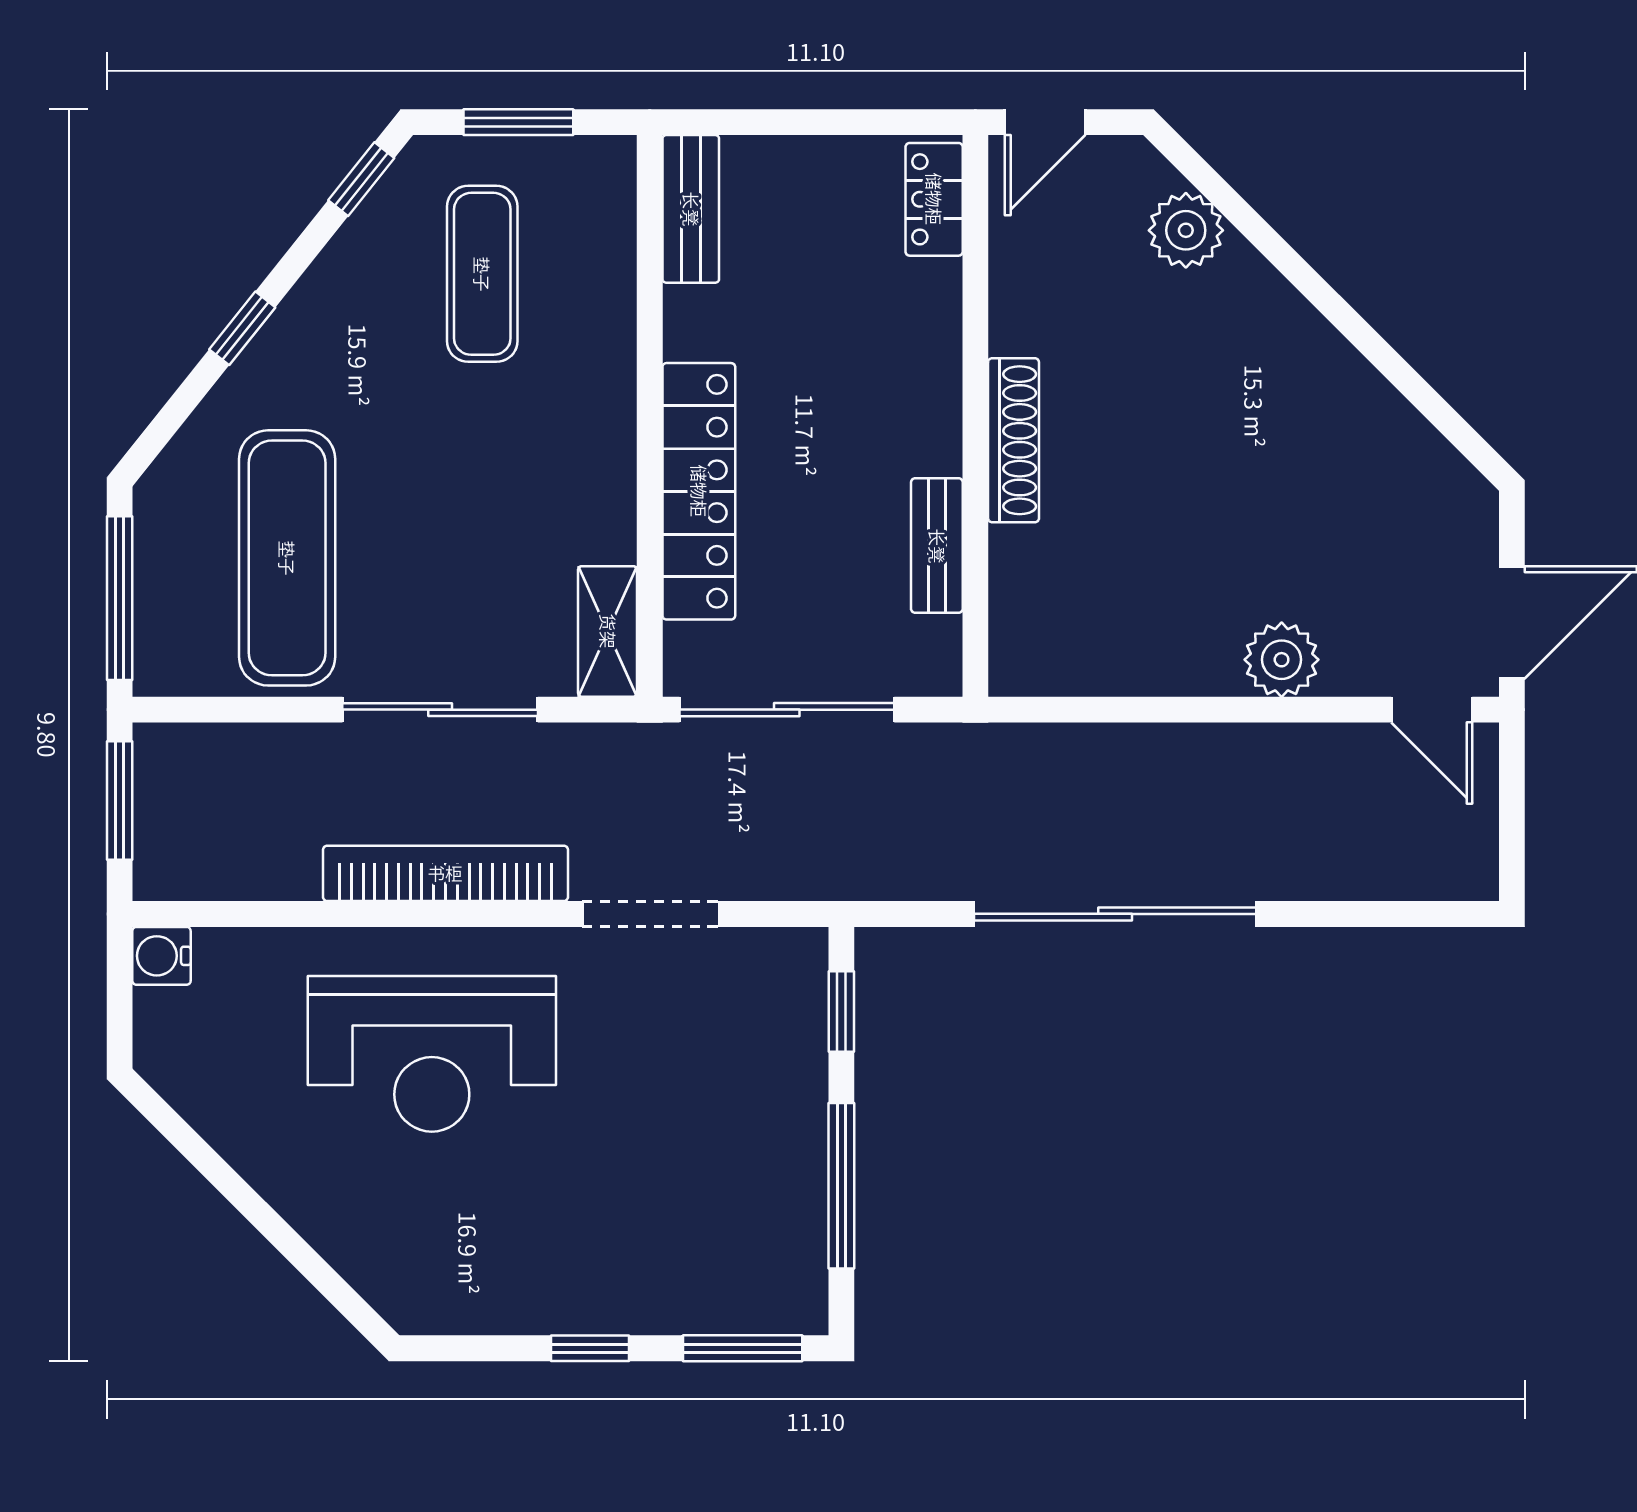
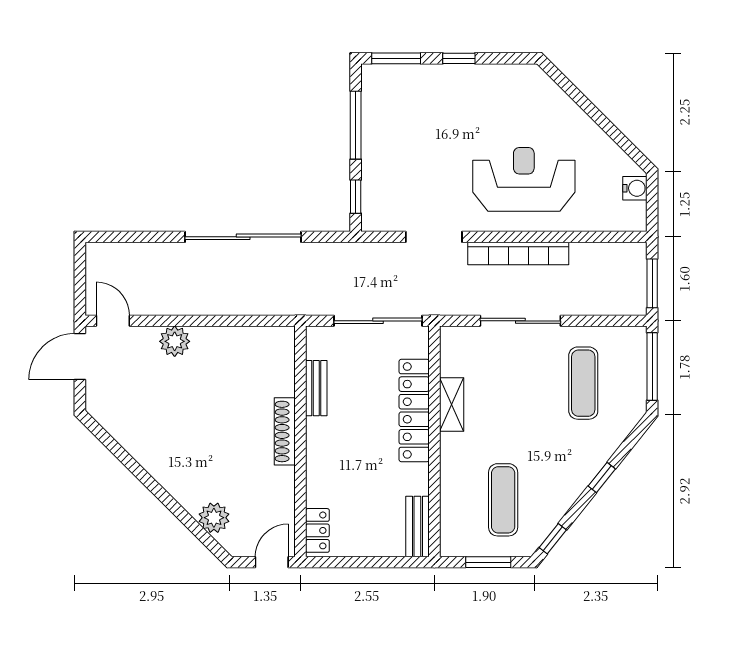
exercise mat: (287, 558) -> (583, 383), width x0.73, depth x0.69
shelving: (608, 631) -> (452, 404), moved
water cooler: (161, 956) -> (635, 188), moved

